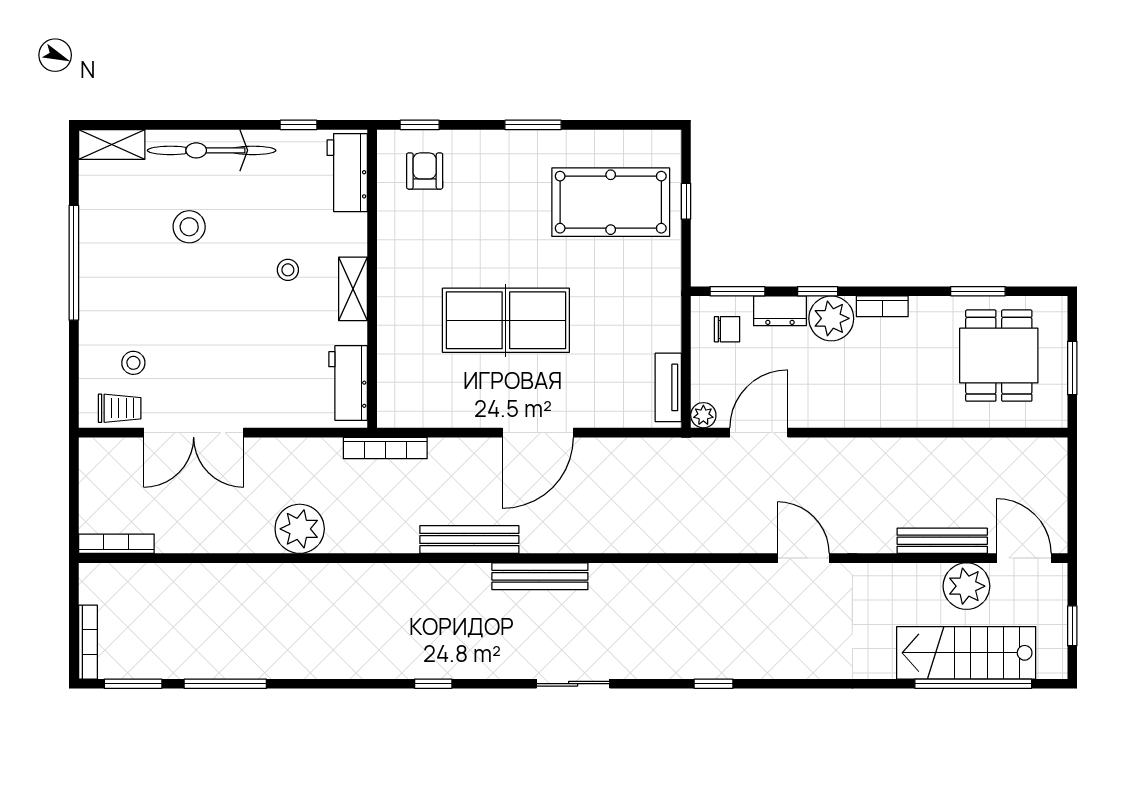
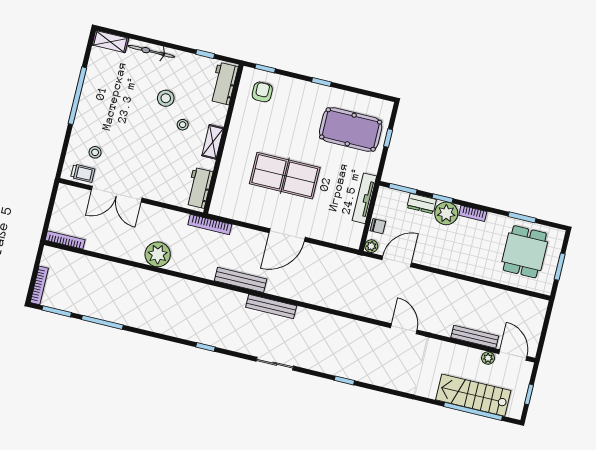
window: (533, 125) -> (321, 82), width x0.67
bicycle: (212, 150) -> (151, 51), width x0.73, depth x0.71
stool: (189, 227) -> (166, 98), moved
chair: (727, 329) -> (378, 226), moved
tv unit: (668, 387) -> (364, 198), moved, width x1.41
plant: (966, 586) -> (488, 358), width x0.53, depth x0.53

